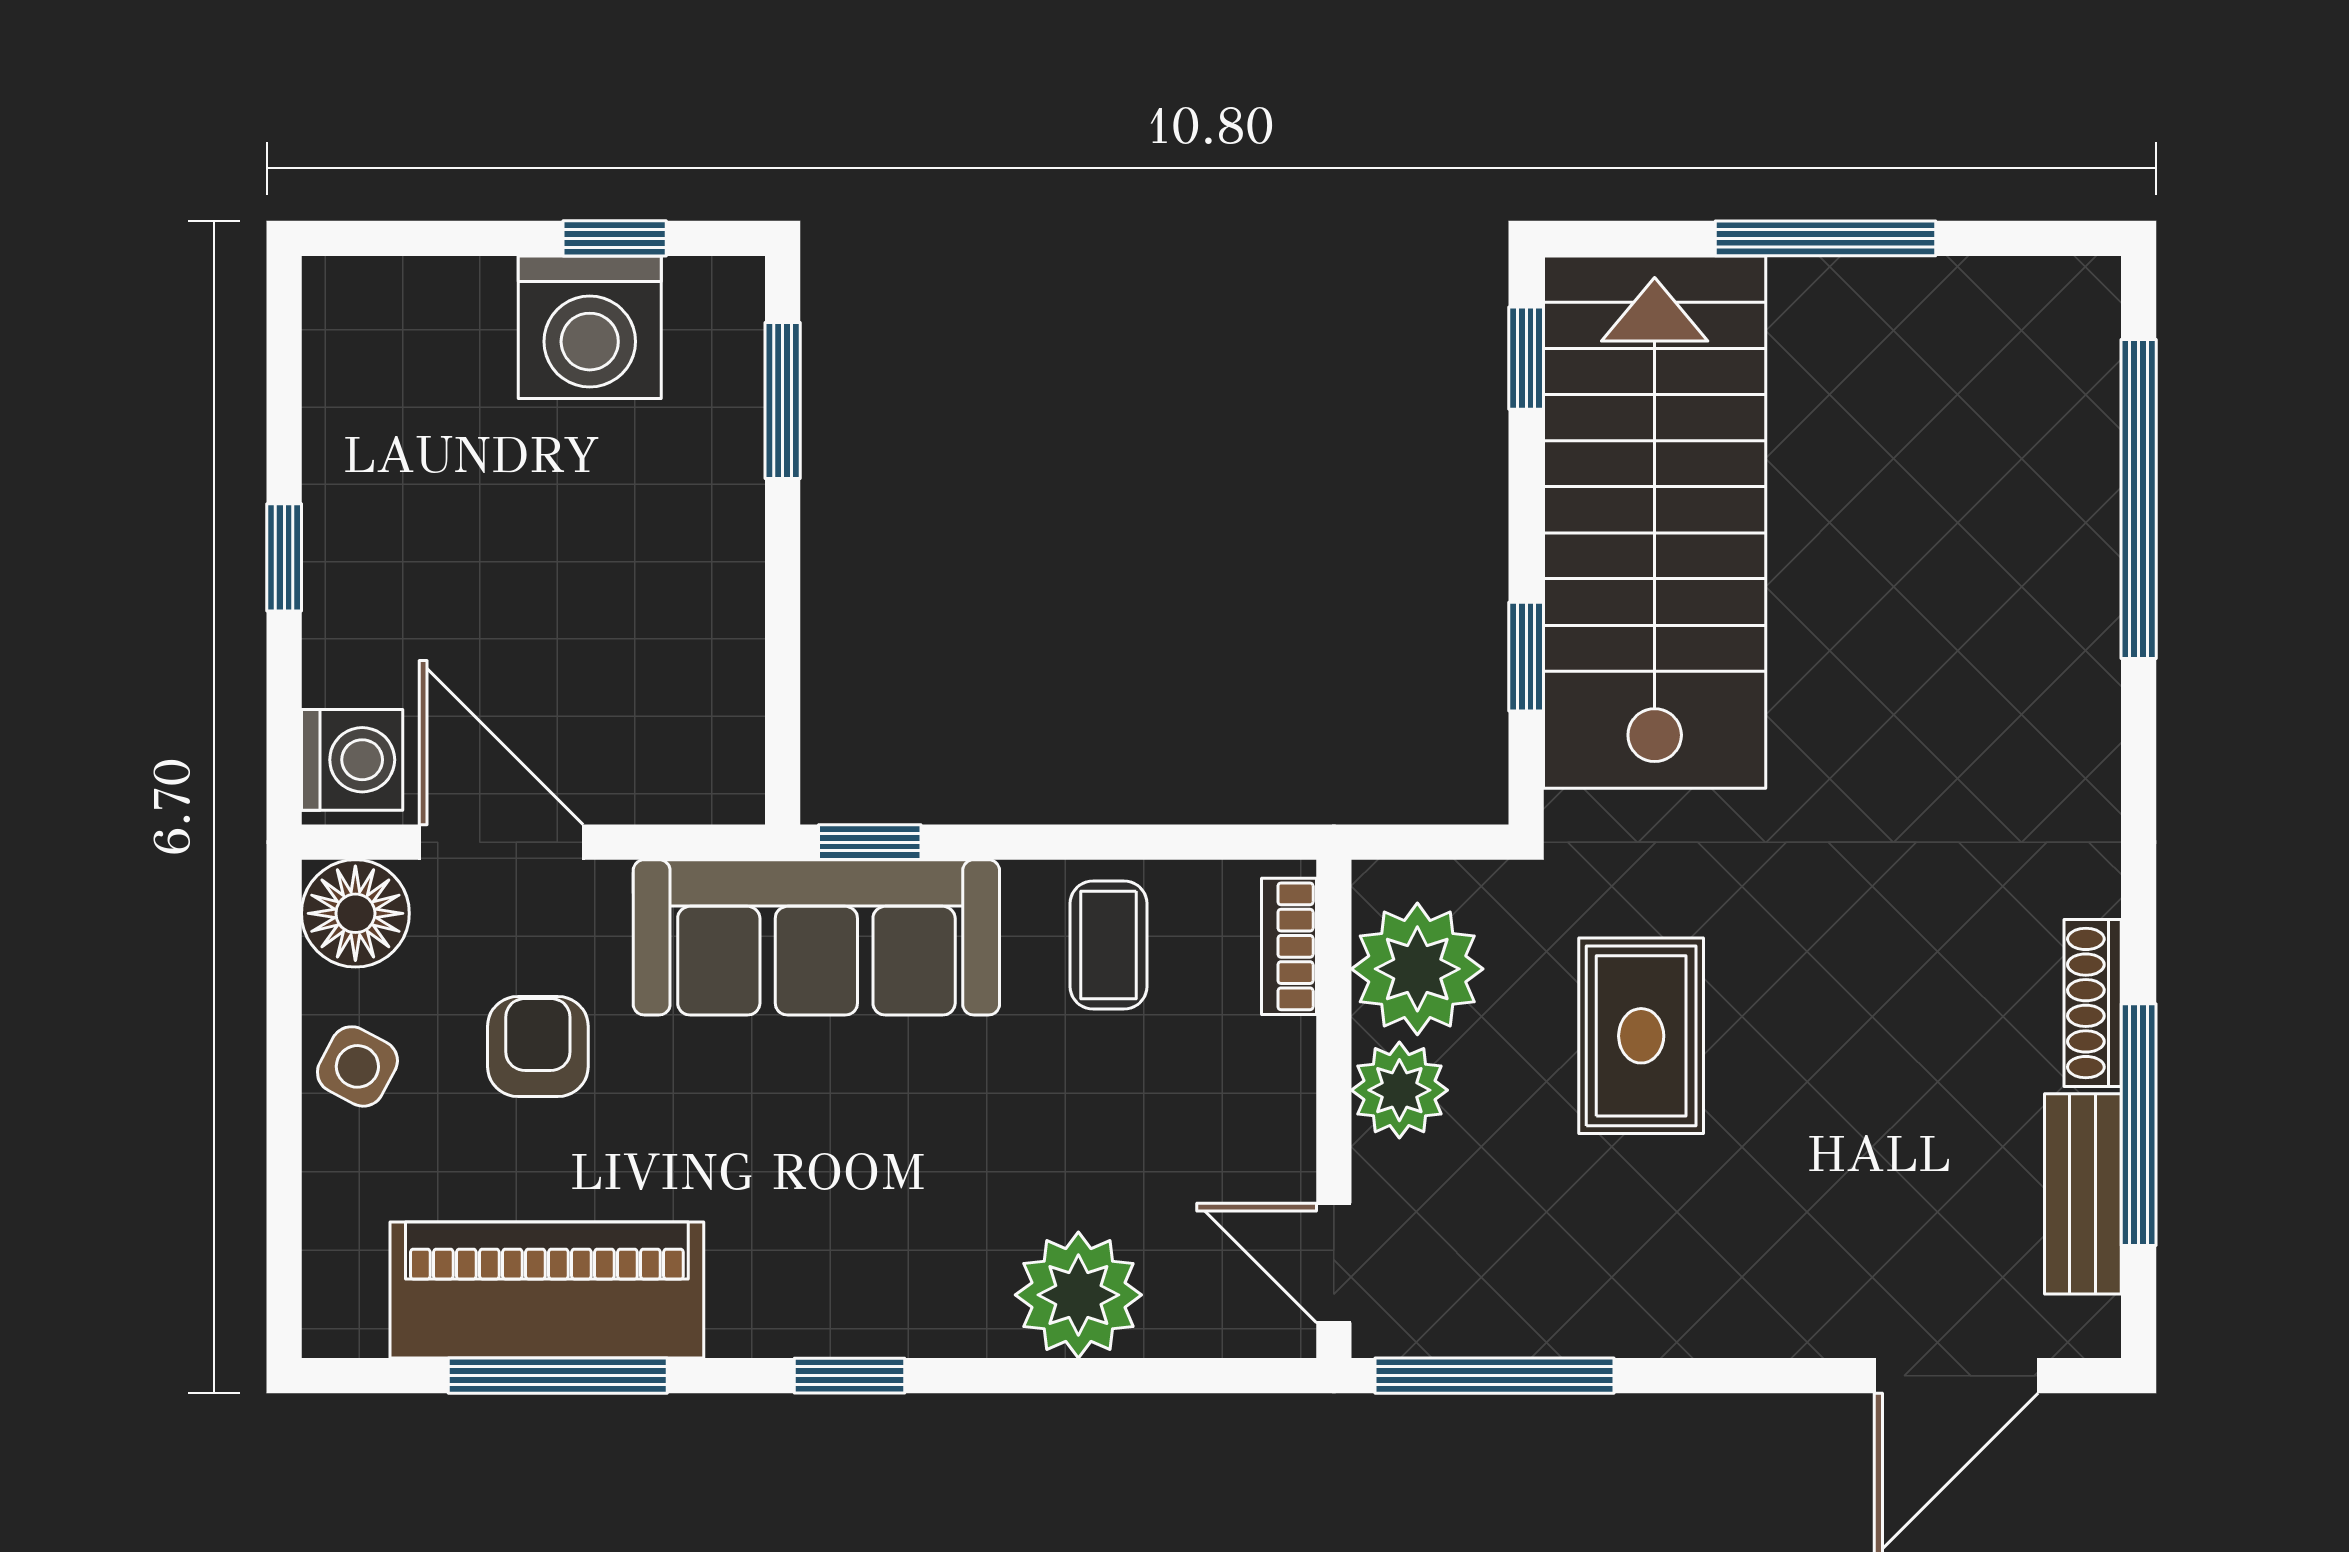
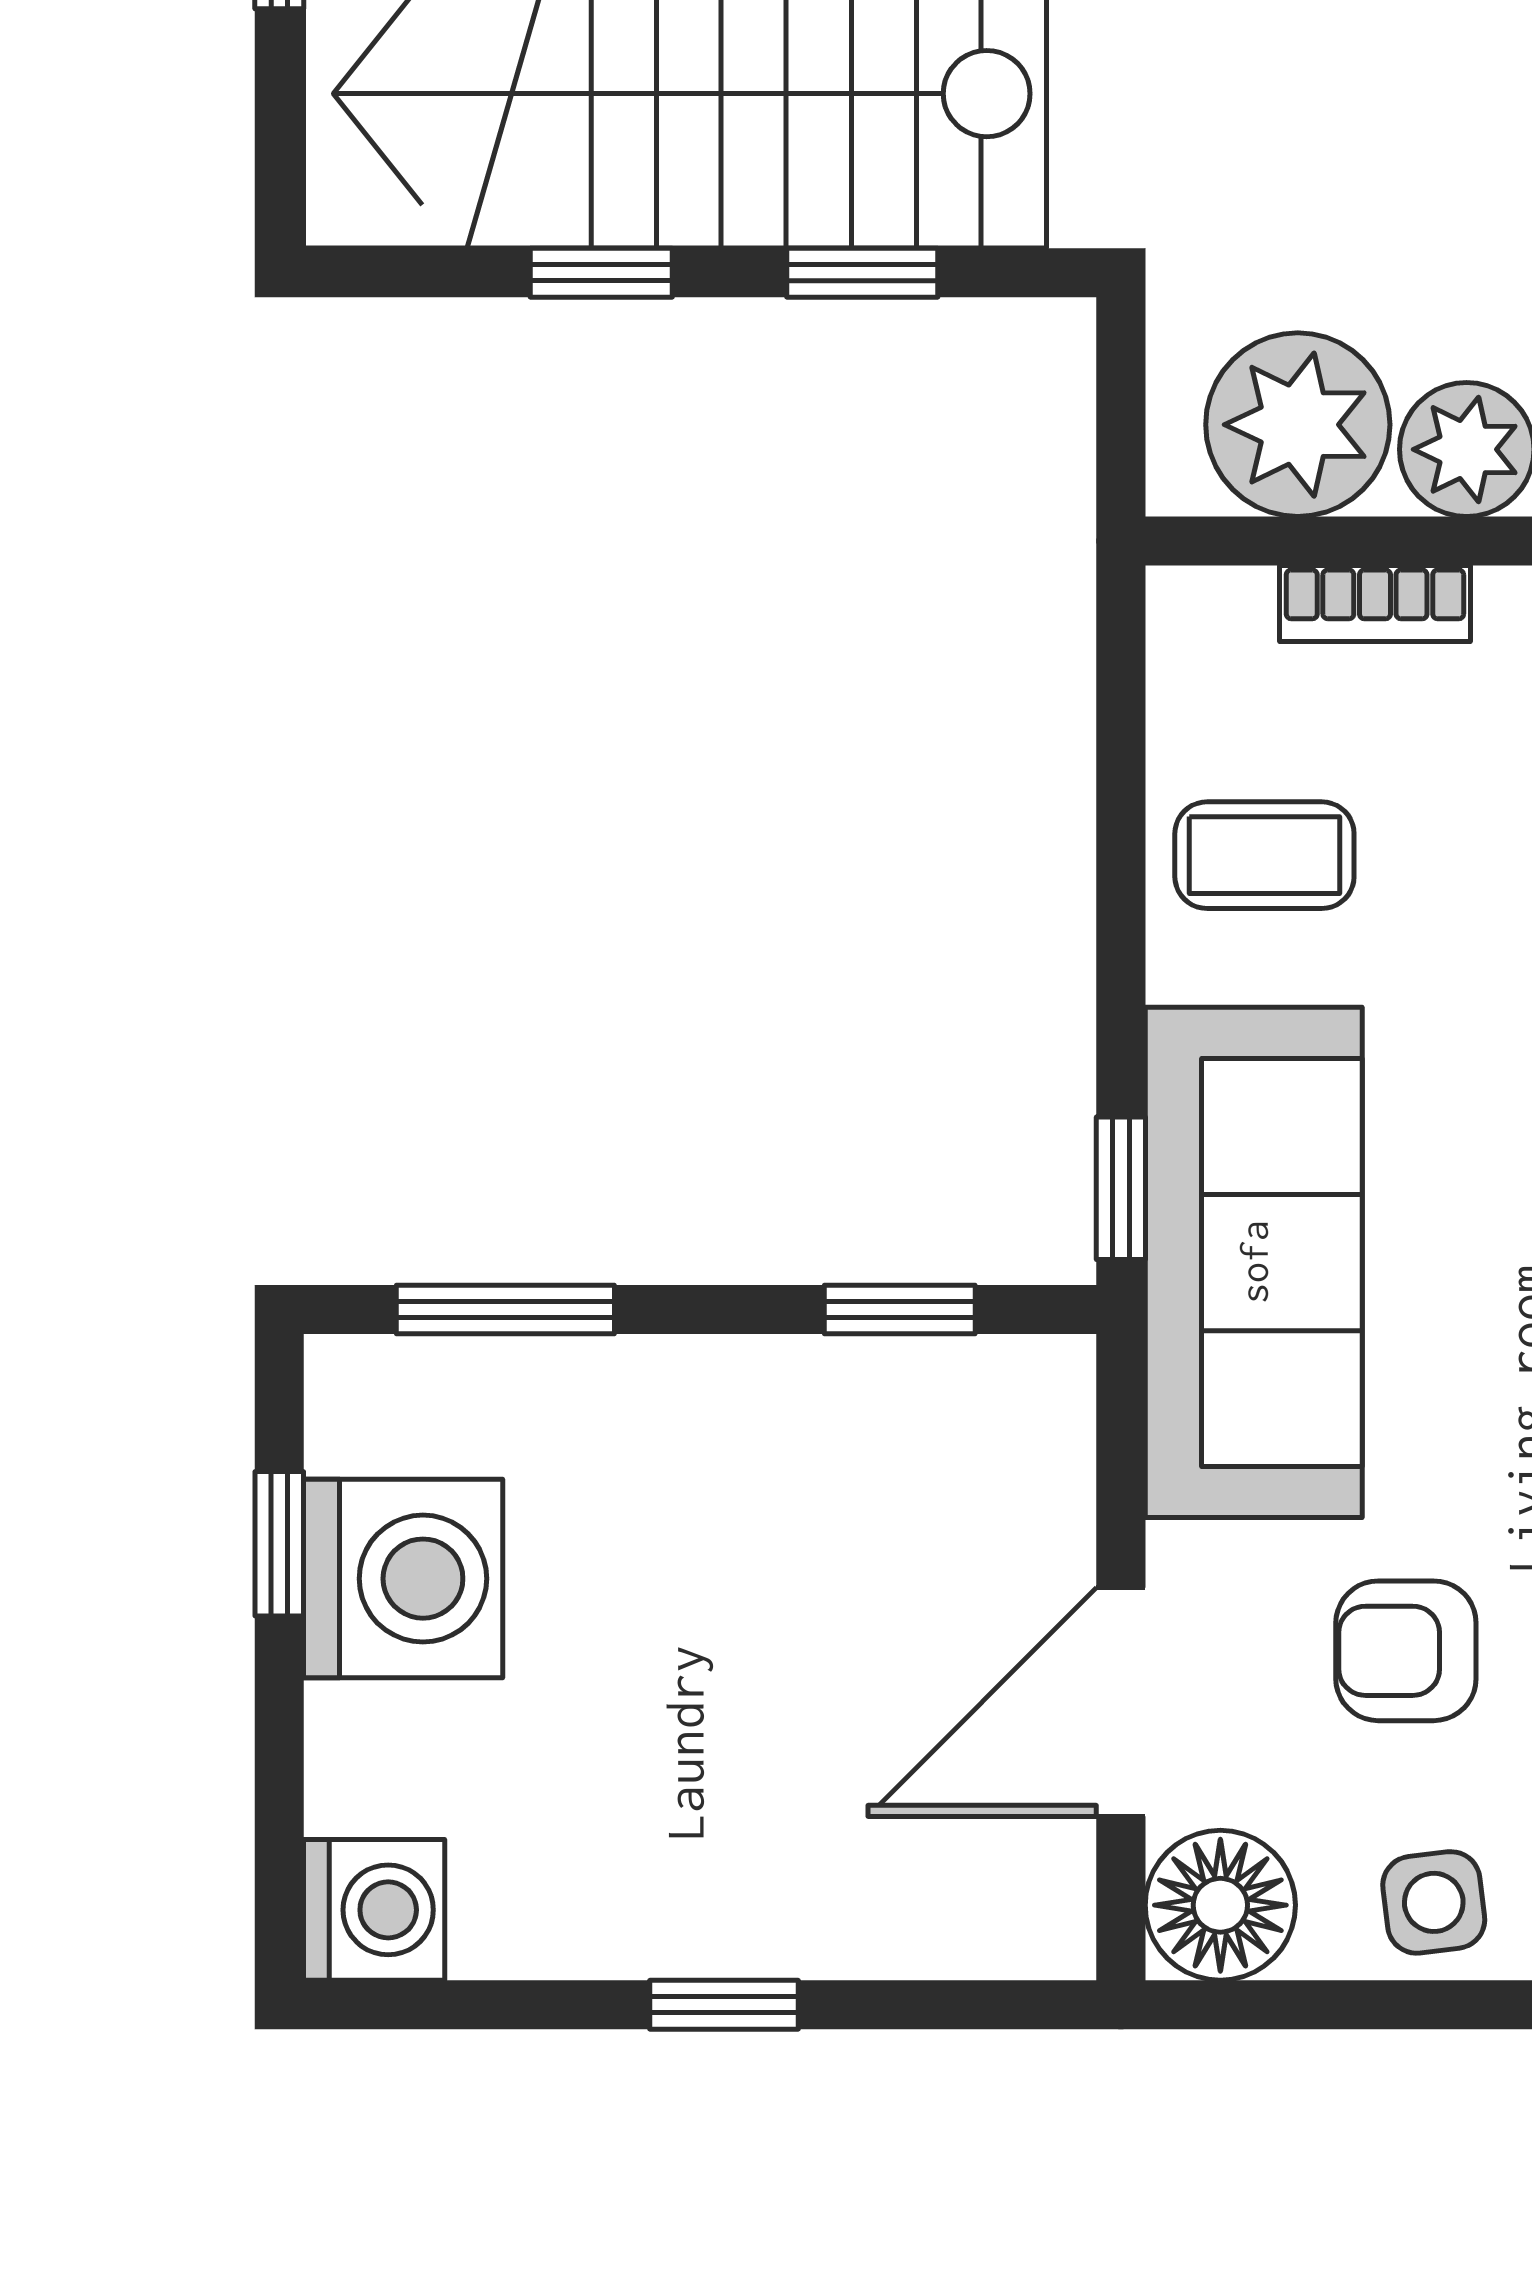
window: (1526, 358) -> (601, 273), moved
window: (783, 683) -> (900, 1309), added
washing machine: (352, 760) -> (374, 1910), moved, turned 90
bookcase: (1289, 946) -> (1375, 604), moved
rug: (1641, 1036) -> (1391, 112), removed
side table: (357, 1066) -> (1434, 1902), turned -35

